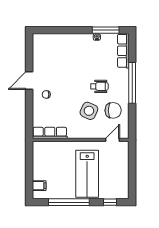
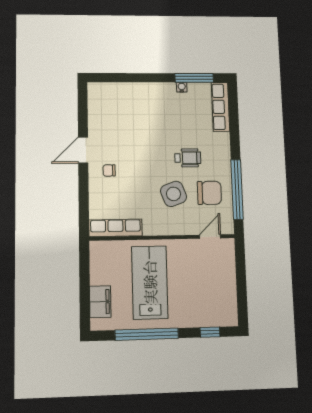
window: (132, 83) -> (237, 189), moved
side table: (89, 111) -> (174, 194), turned 45
lab bench: (87, 174) -> (150, 282), moved, turned 180
filing cabinet: (39, 186) -> (100, 302), width x2.00

